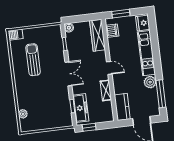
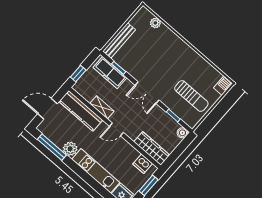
sun lounger: (33, 60) -> (191, 96), moved
kitchen counter: (122, 107) -> (81, 111), width x1.50
bench: (56, 123) -> (119, 40), added
window: (89, 127) -> (78, 74), moved

